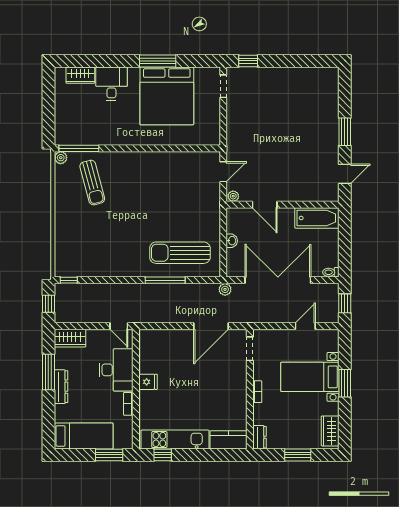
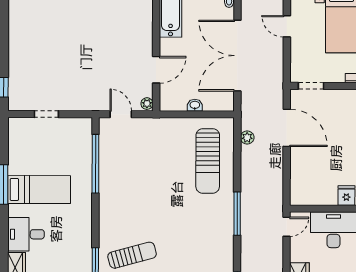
doorway: (223, 86) -> (46, 114), moved
bed: (167, 96) -> (39, 190), width x0.49
window: (177, 148) -> (95, 164), added
window: (165, 280) -> (237, 214), moved
plant: (225, 289) -> (247, 137), moved

